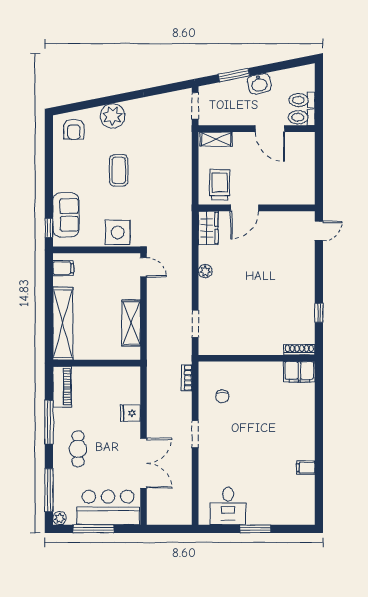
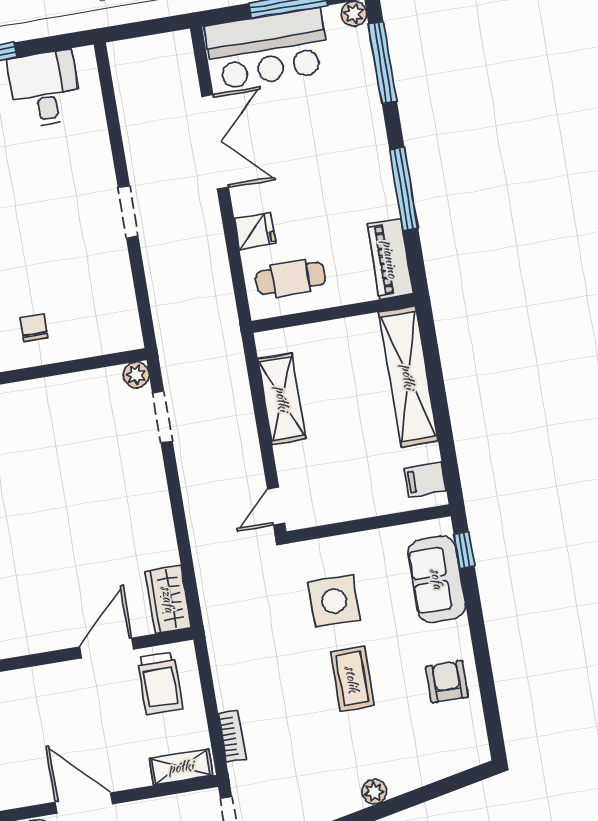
plant: (113, 116) -> (374, 792), width x0.53, depth x0.53
armchair: (74, 129) -> (447, 682), moved
side table: (118, 232) -> (334, 601), moved
door: (143, 267) -> (276, 506), hinge flipped
plant: (205, 271) -> (136, 375), moved
bookcase: (187, 378) -> (232, 736), moved
chair: (222, 396) -> (34, 328), moved
cafe table: (78, 449) -> (291, 278), moved, turned 90
double door: (143, 463) -> (215, 142), swing flipped

